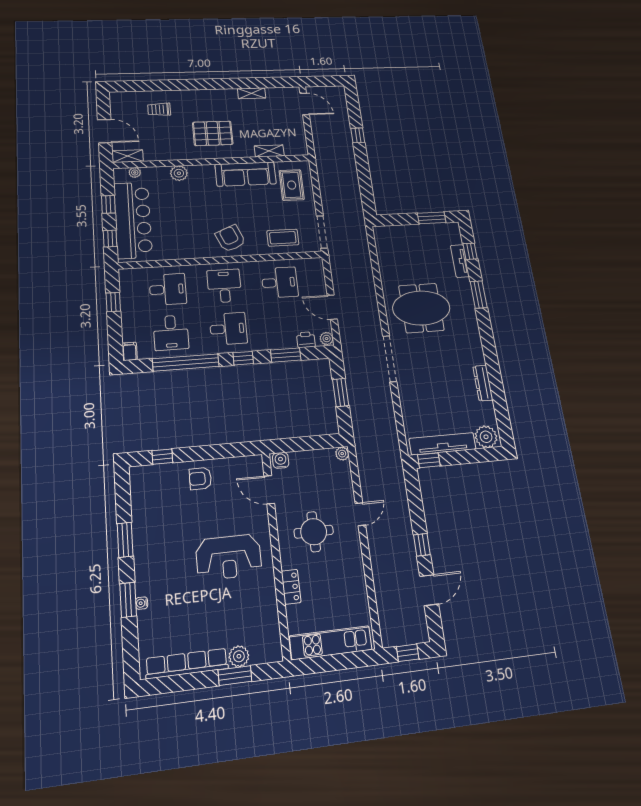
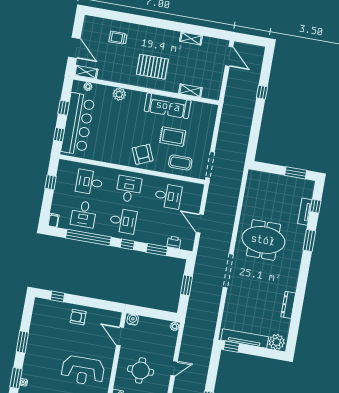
rug: (292, 185) -> (173, 137), moved, turned 90
desk: (168, 289) -> (89, 182), turned 180
plant: (327, 339) -> (189, 245), removed

